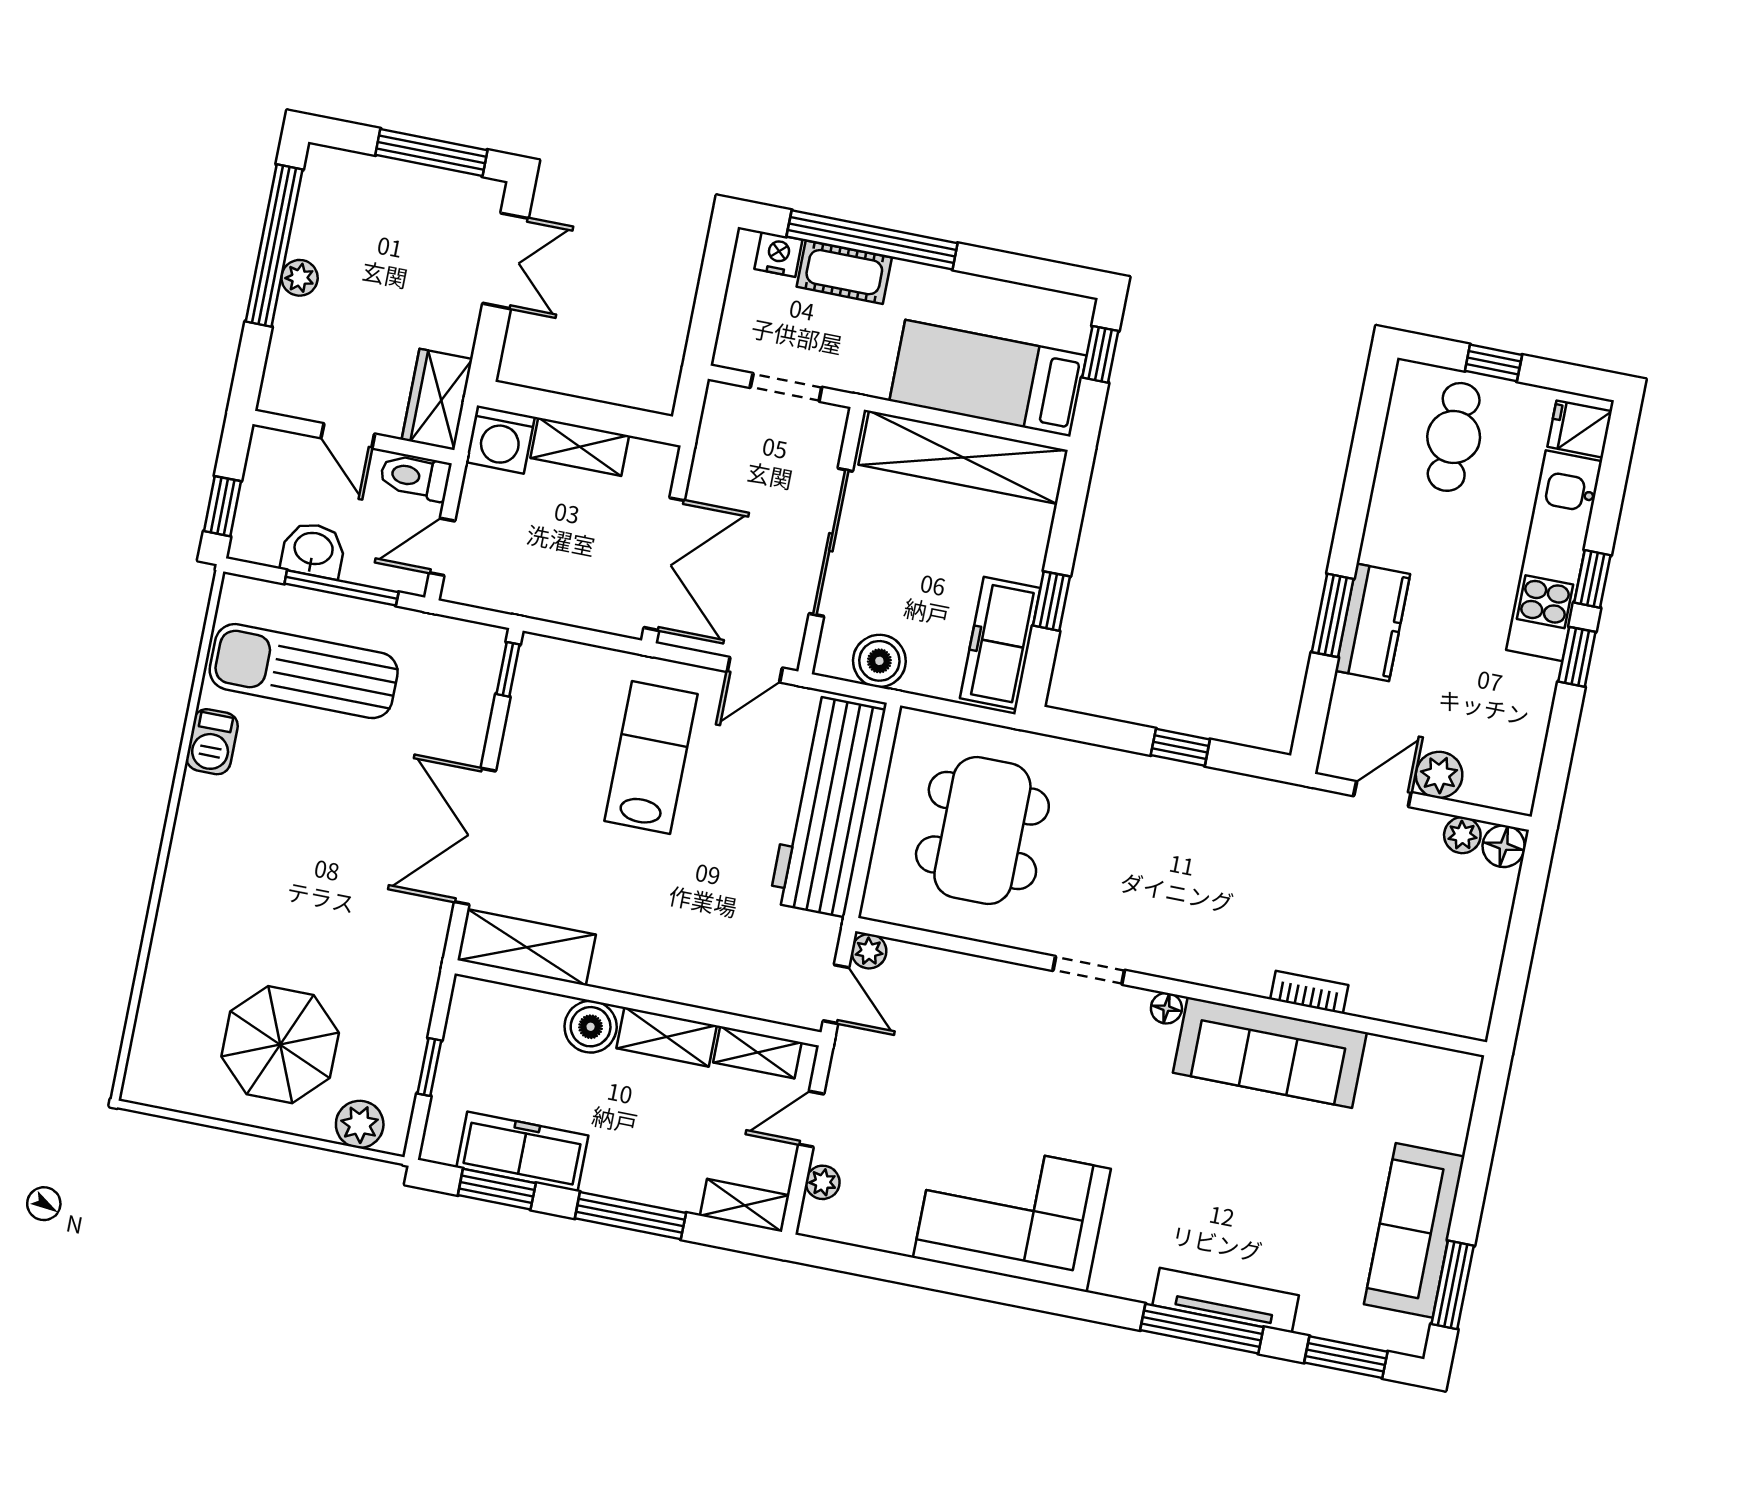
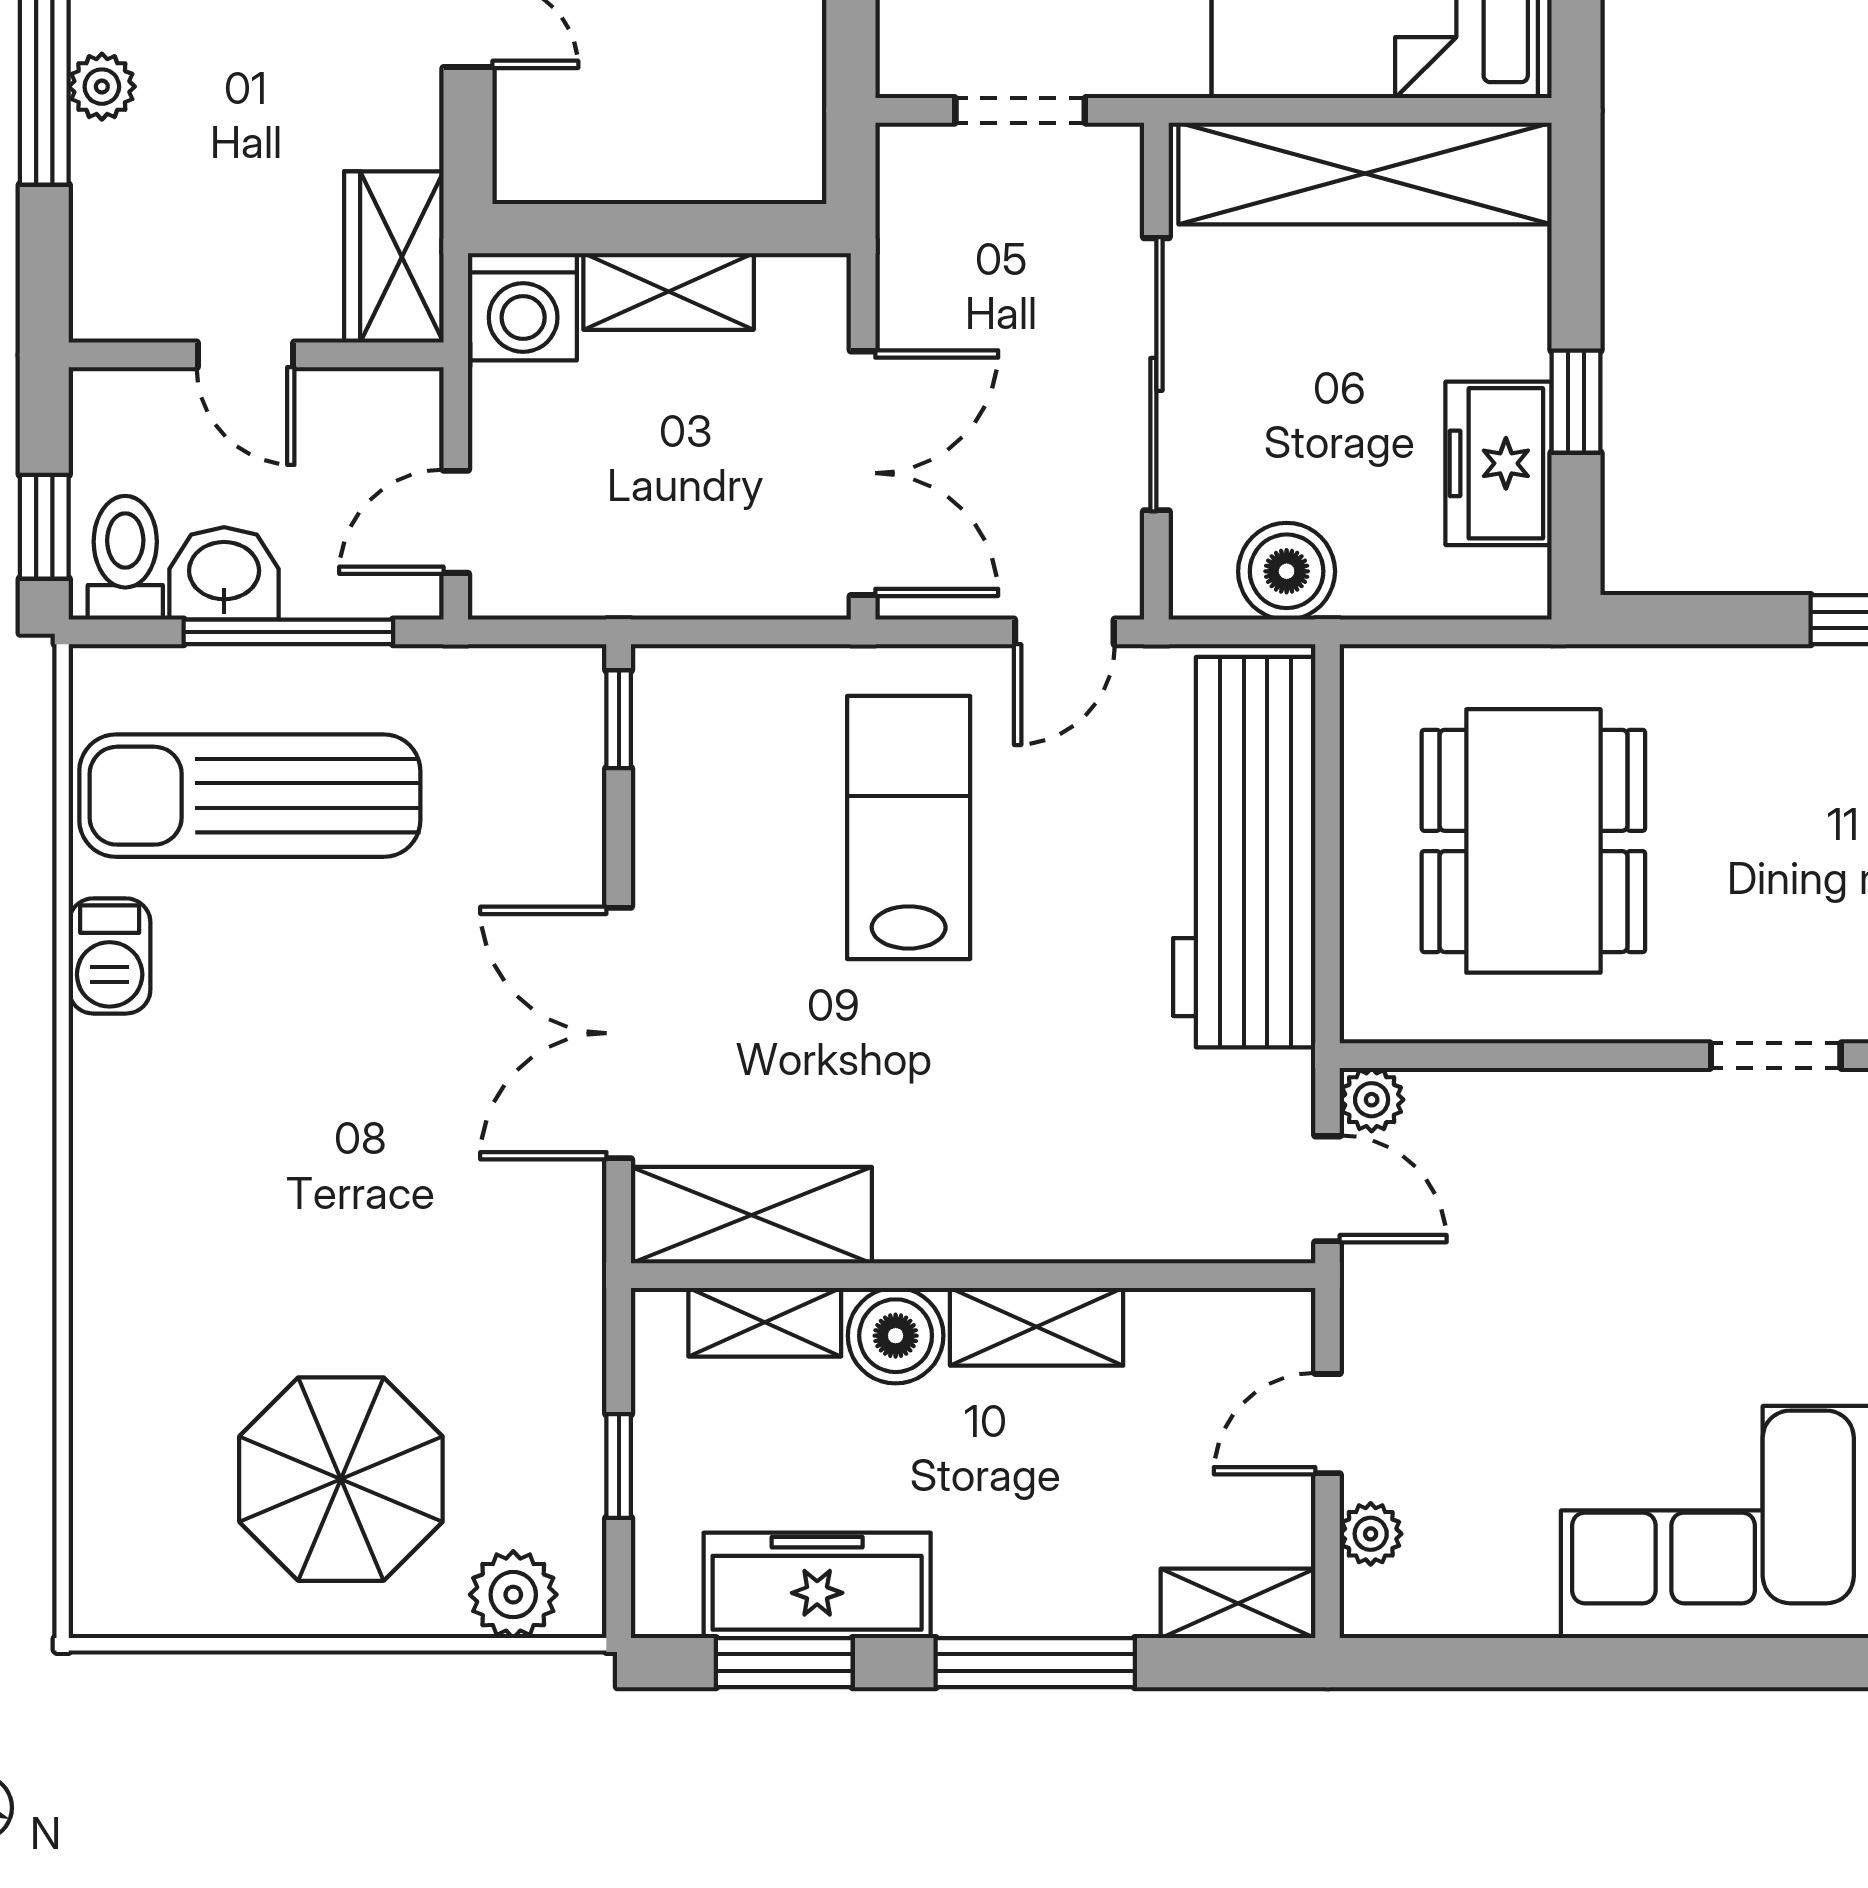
toilet: (415, 477) -> (125, 558), moved, turned 90
freezer: (1000, 643) -> (1498, 463), width x0.71
shelving: (757, 1052) -> (765, 1322), moved

